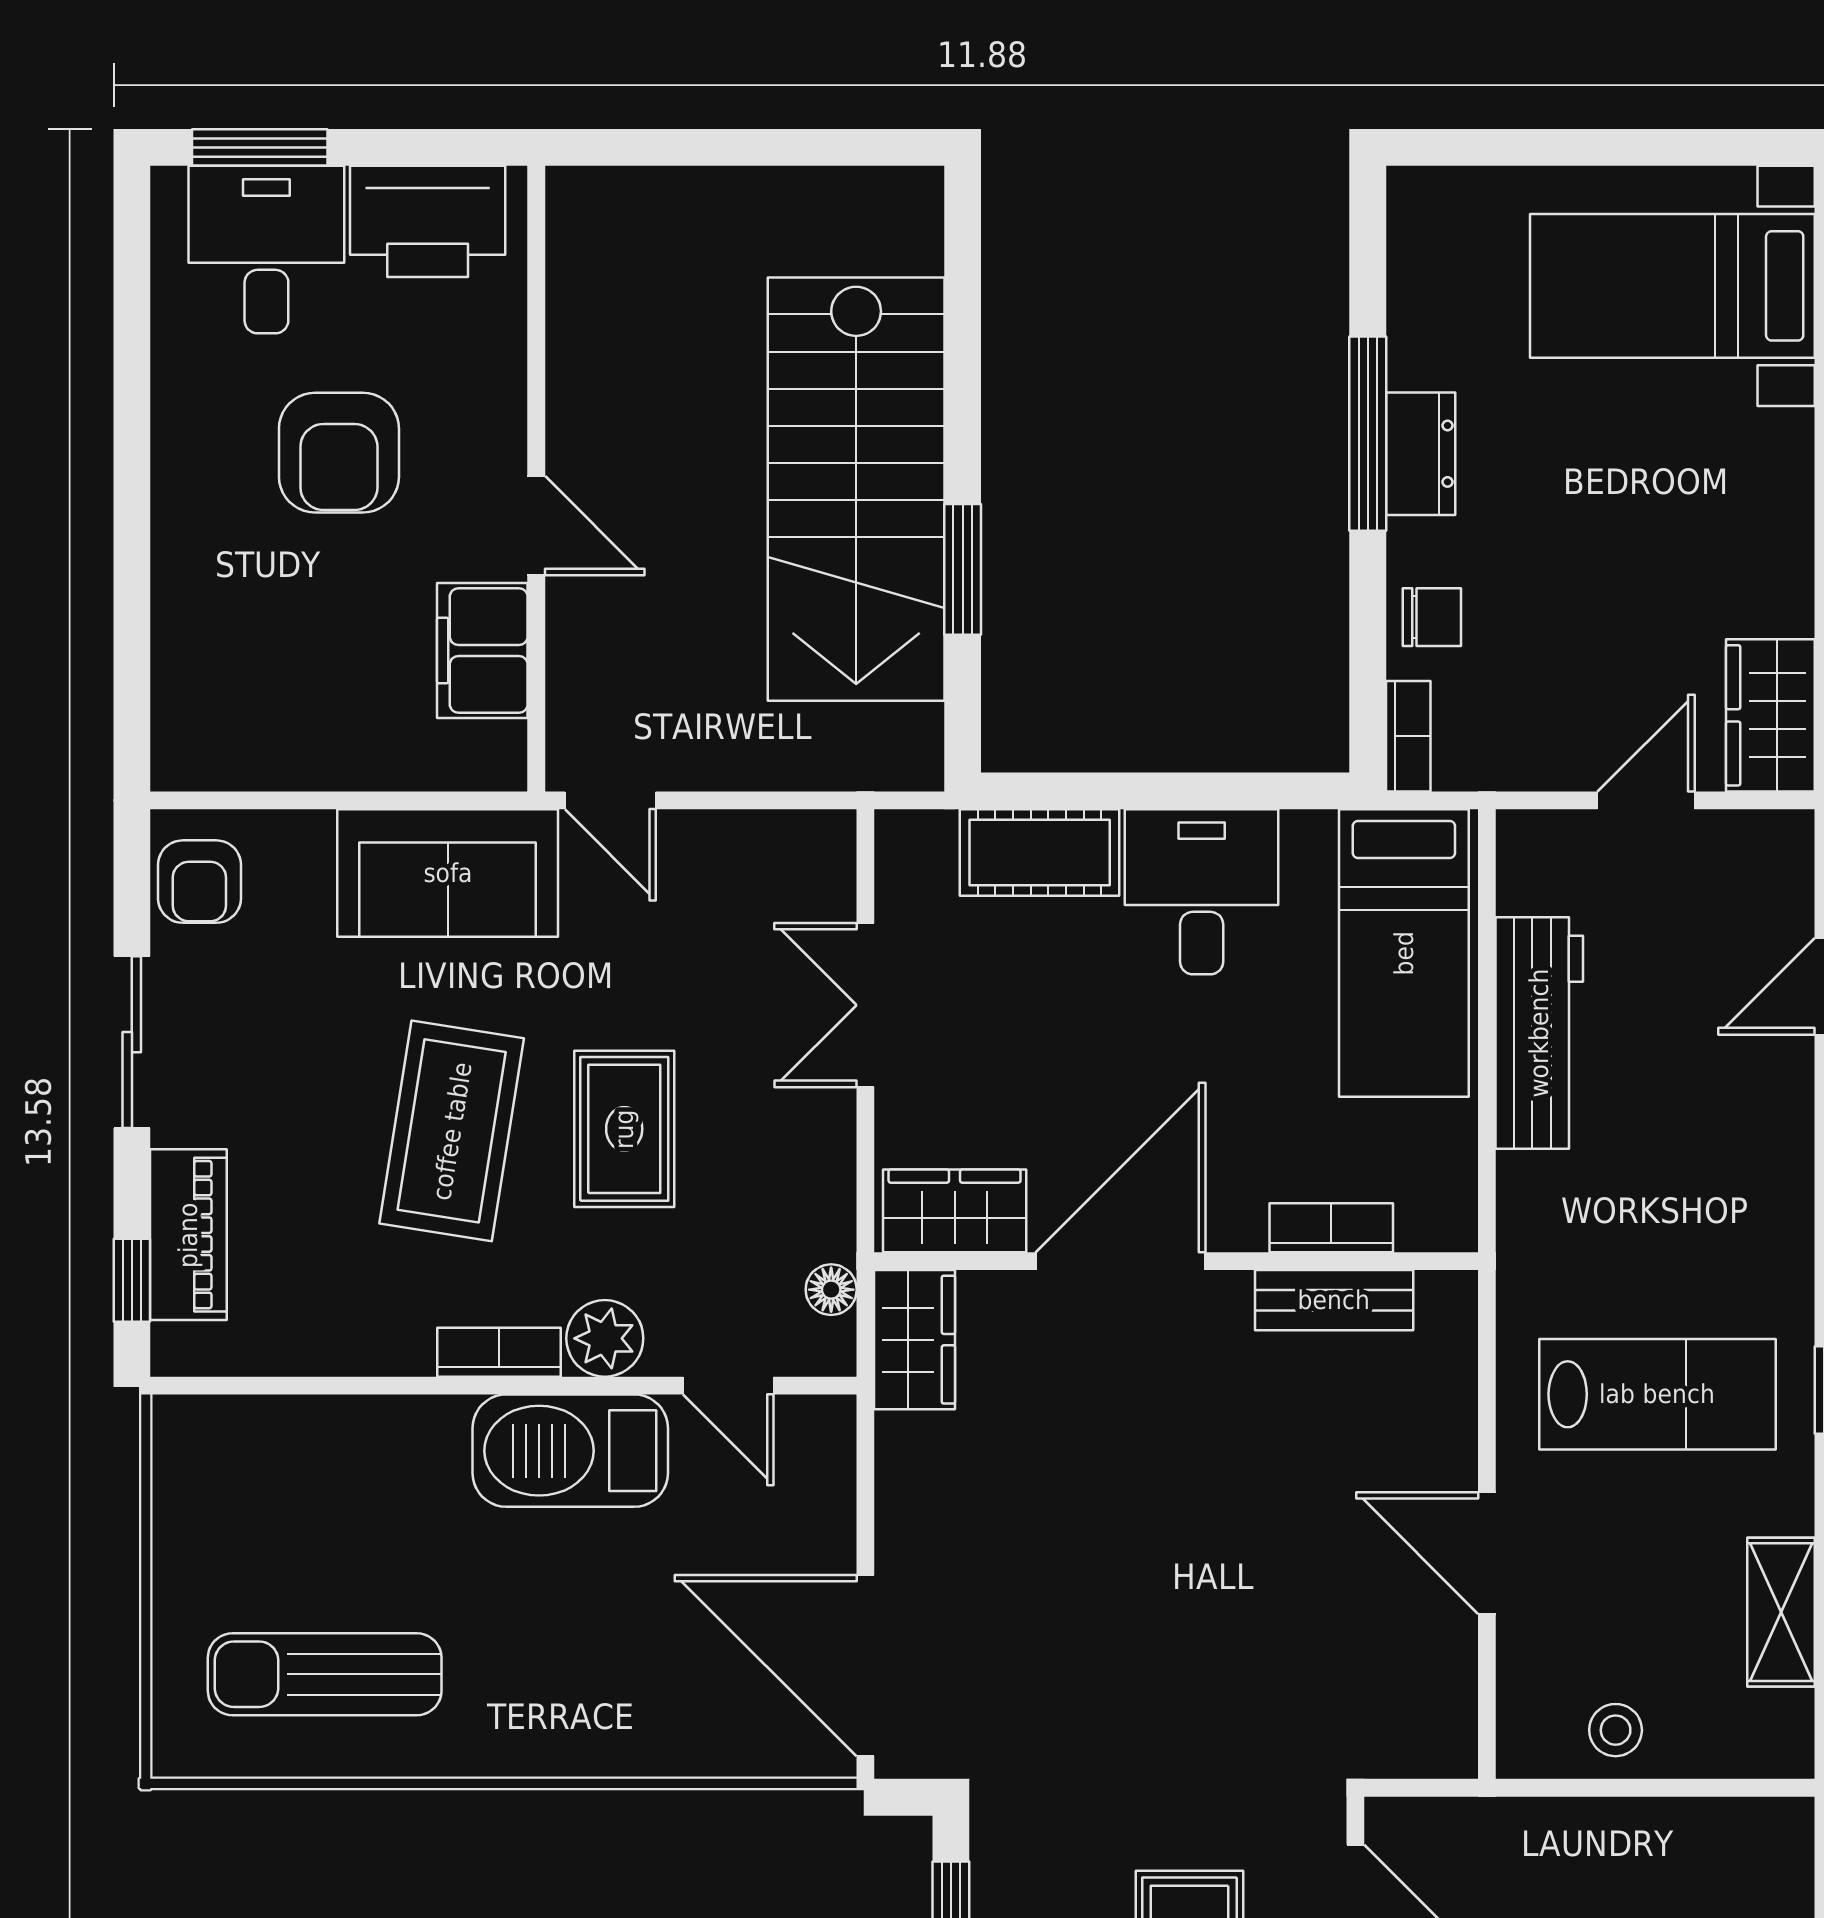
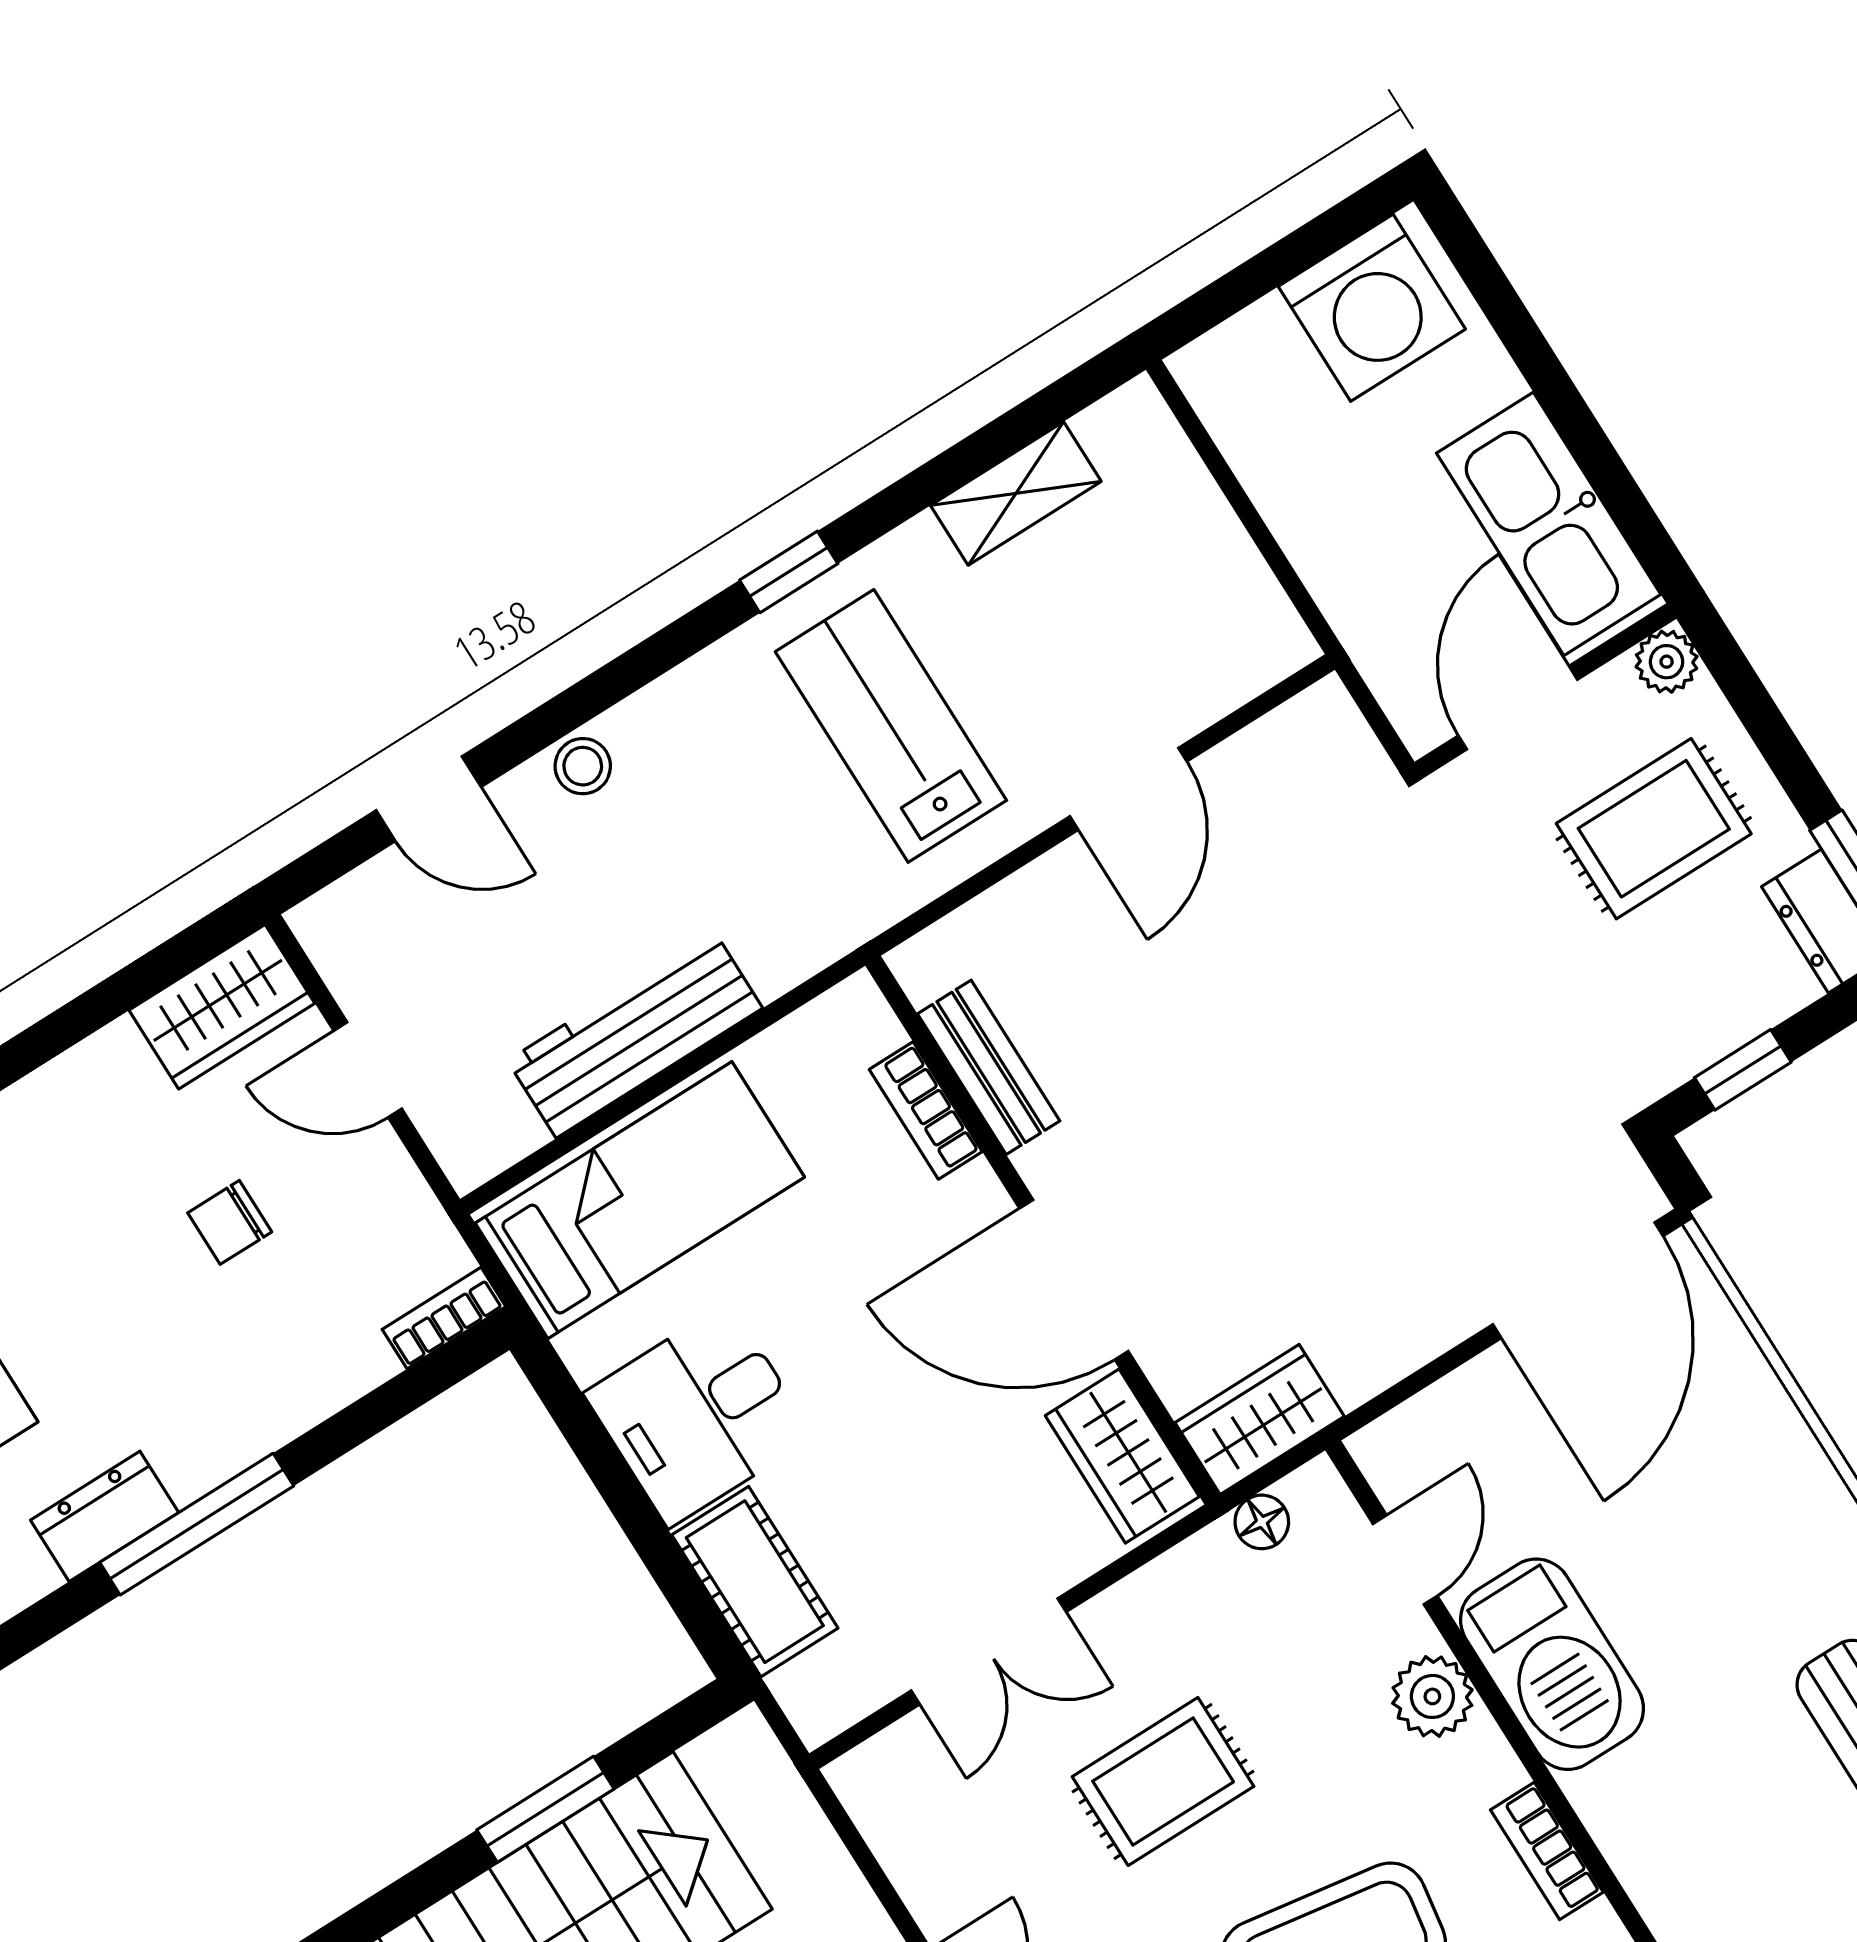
dresser: (1421, 454) -> (105, 1516), moved
chair: (1432, 617) -> (230, 1222), moved, turned -90
rug: (624, 1129) -> (1163, 1782), moved
bookcase: (499, 1352) -> (1547, 1851), moved
stool: (1616, 1730) -> (583, 766), moved

